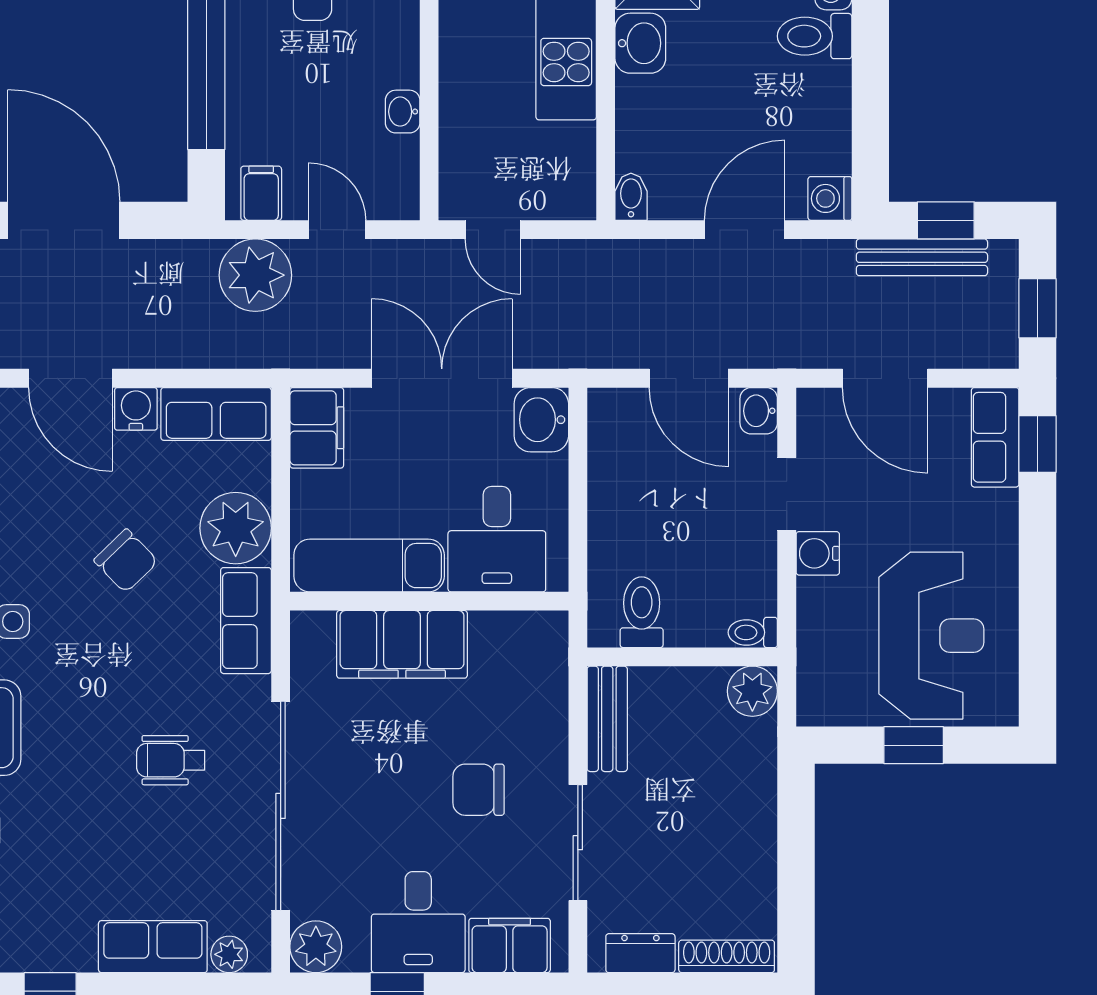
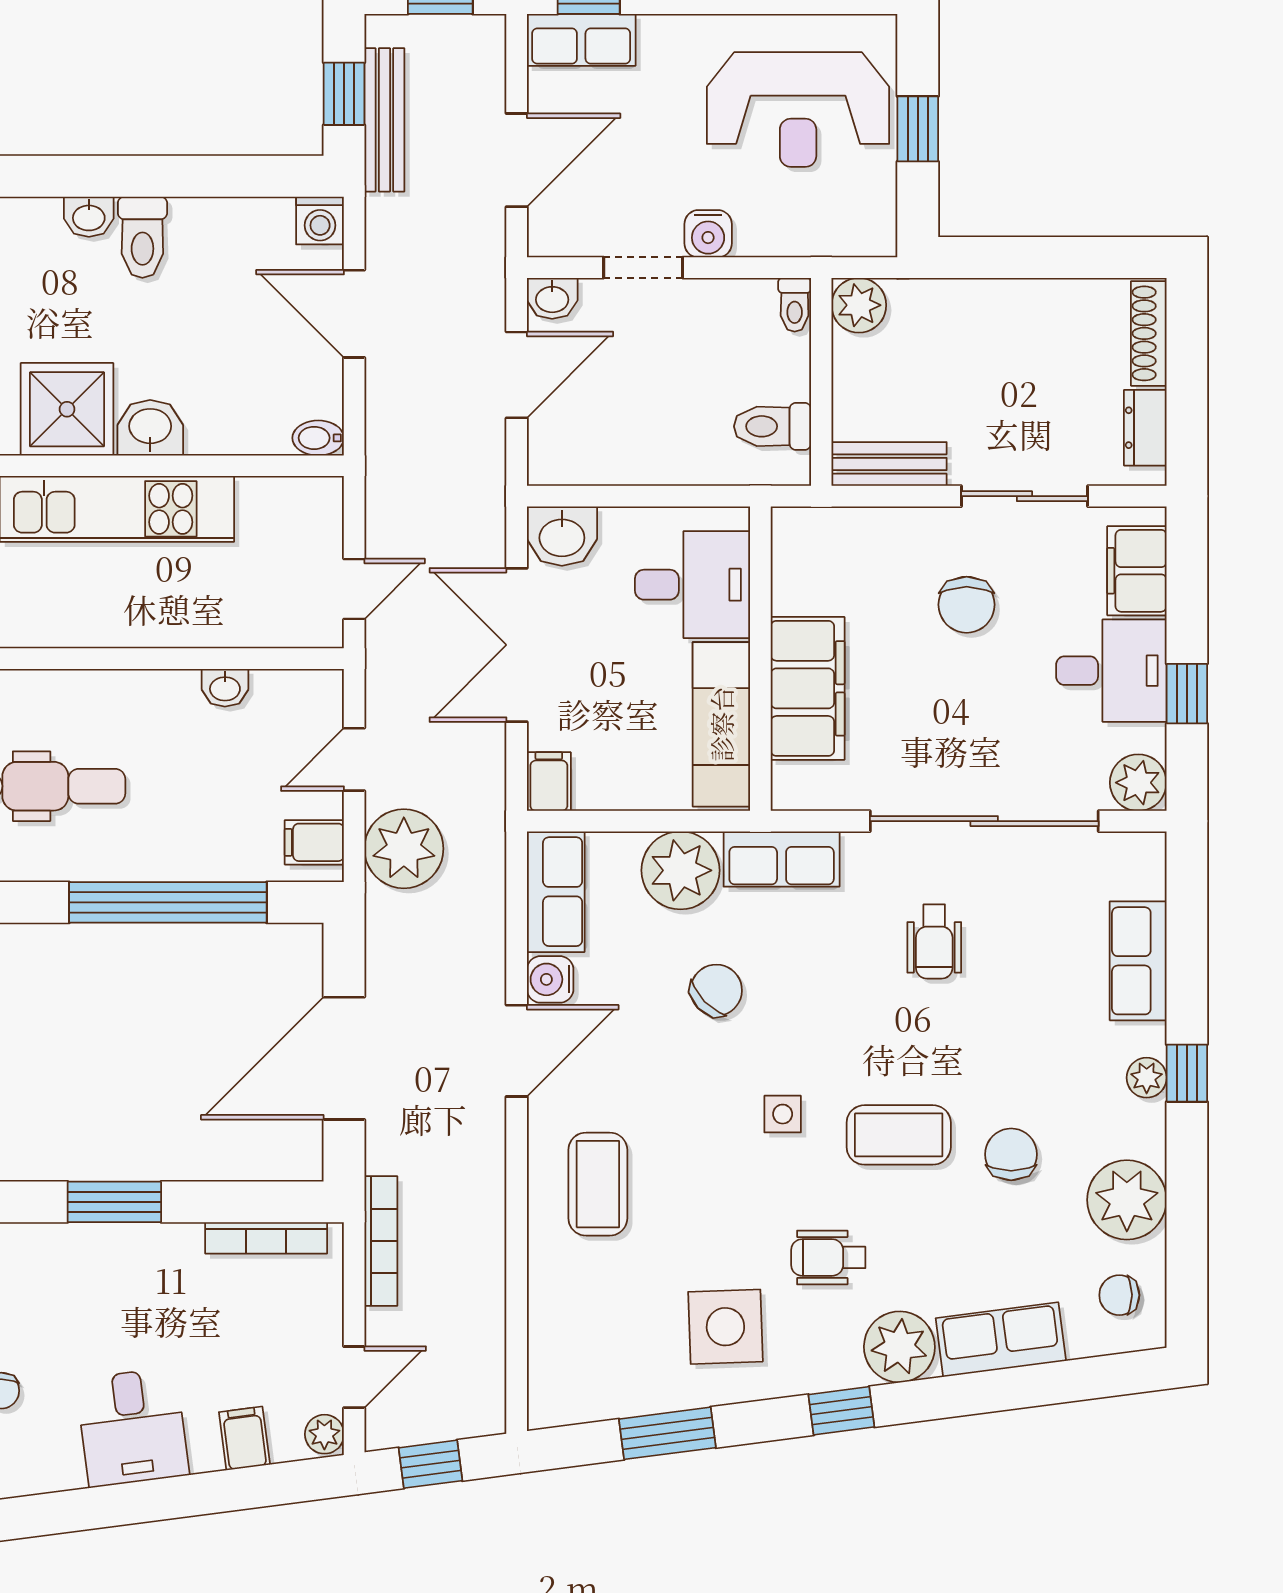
filing cabinet: (317, 428) -> (549, 782), width x0.50
reception desk: (931, 636) -> (798, 110), turned 180
plant: (229, 954) -> (1147, 1078), moved

